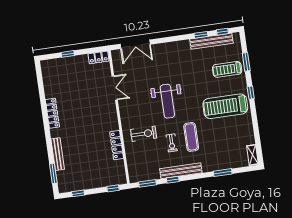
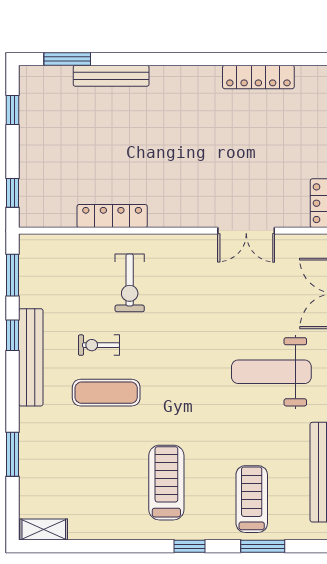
weight bench: (167, 101) -> (271, 372), moved
treadmill: (225, 106) -> (166, 483), width x0.73, depth x0.73
locker: (52, 113) -> (258, 77), moved

